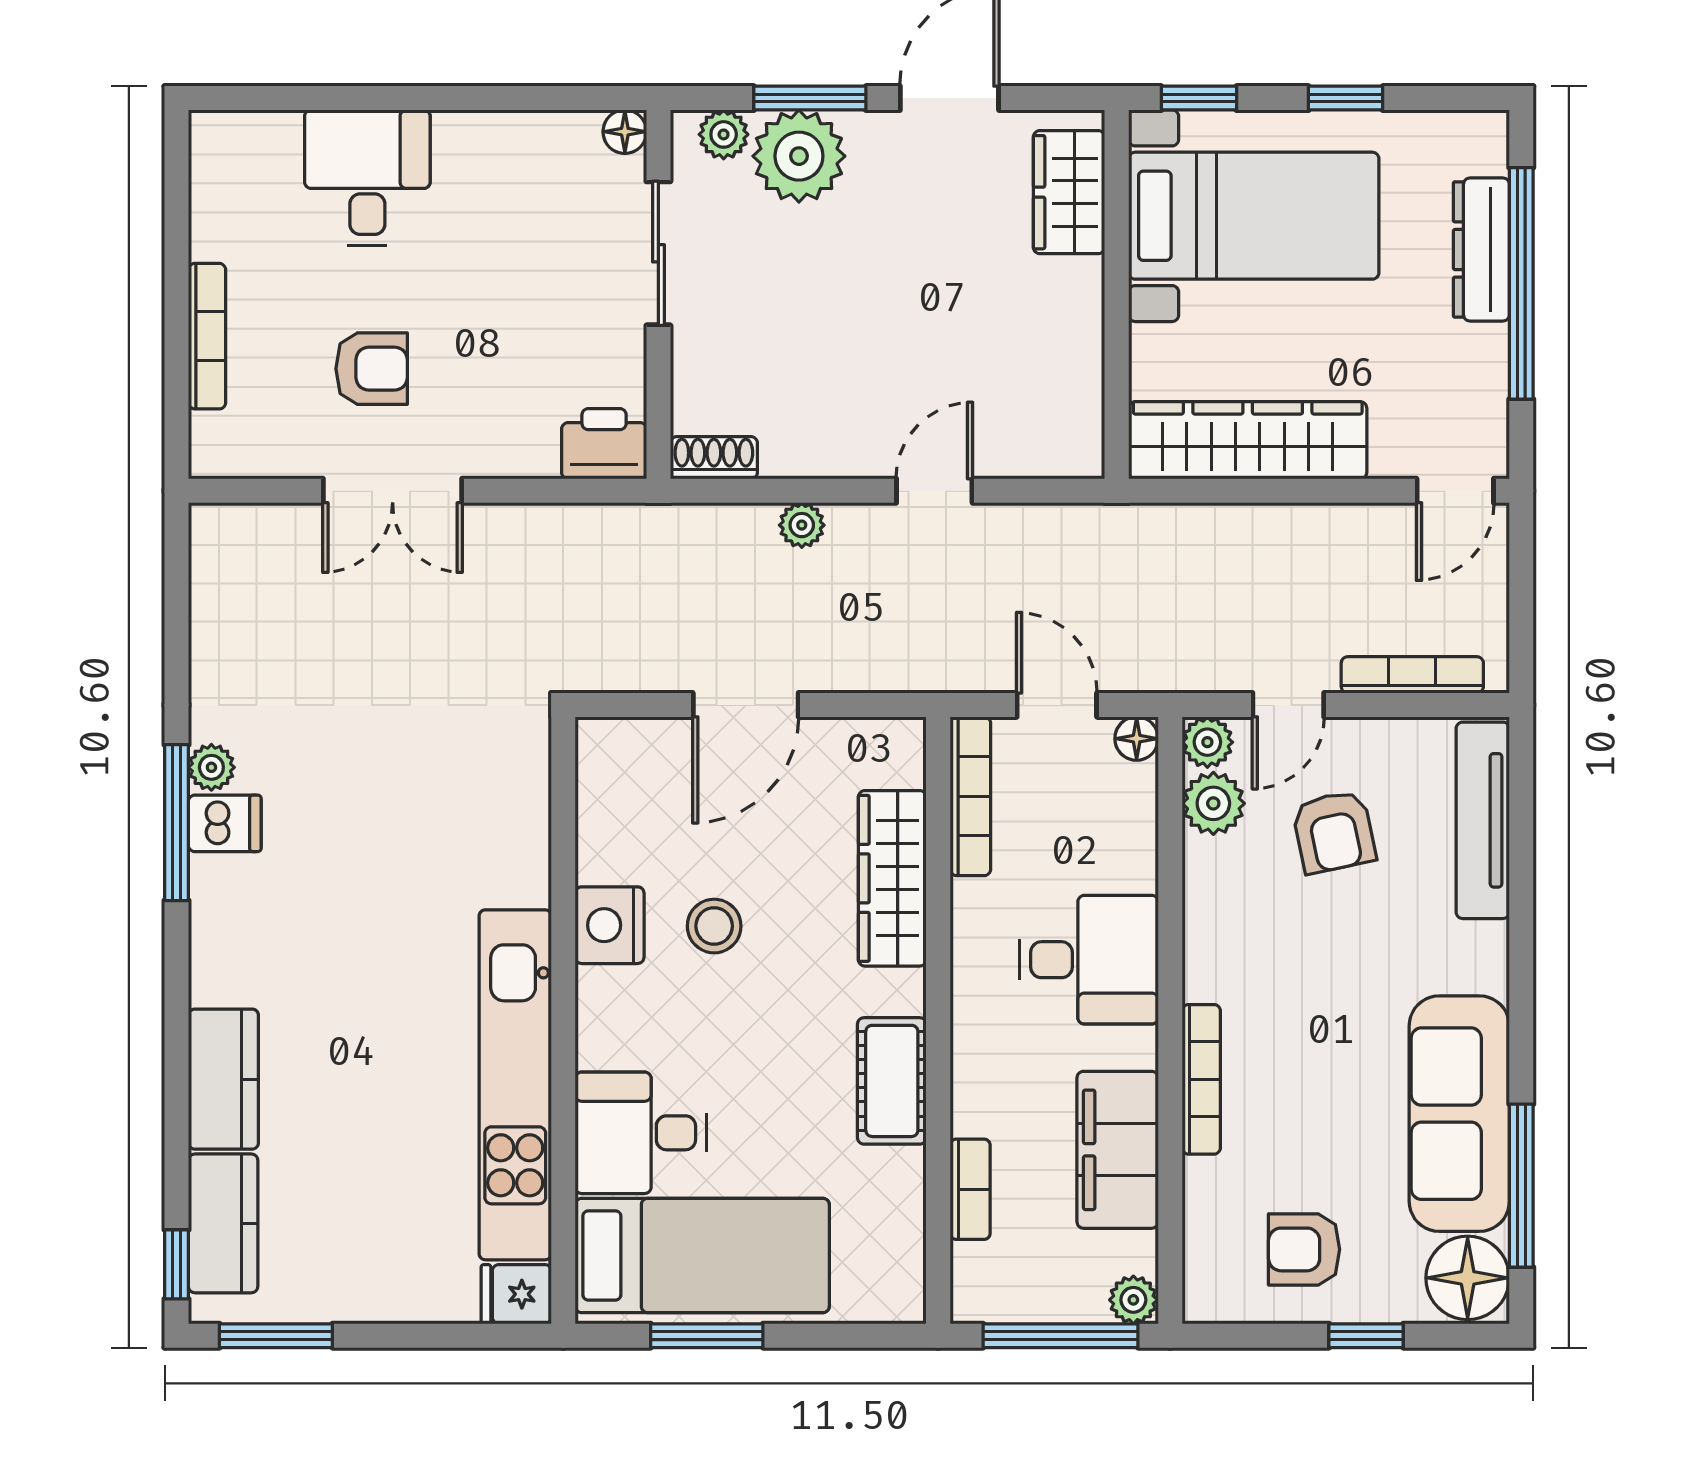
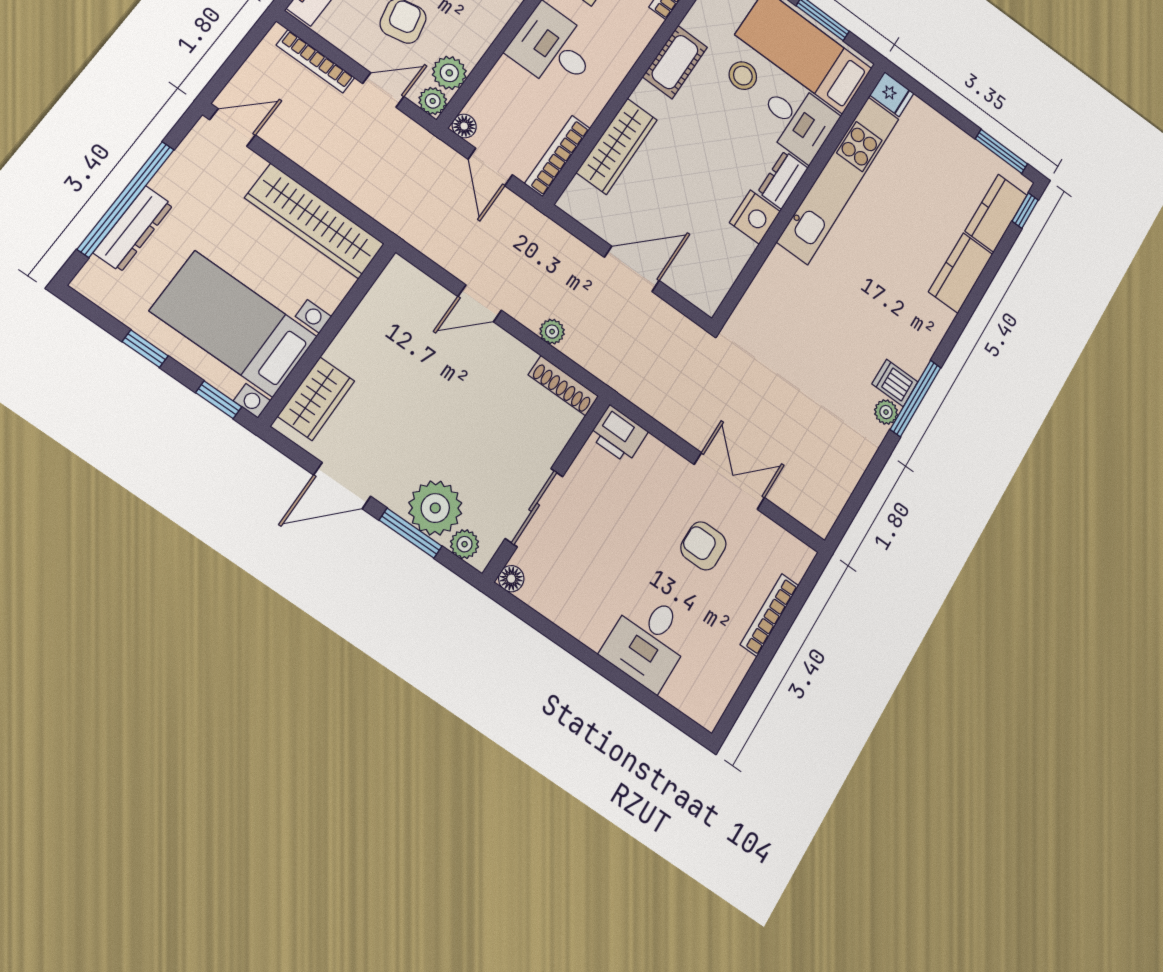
shoe rack: (714, 458) -> (563, 385), width x1.43
stool: (714, 926) -> (743, 76), moved
dresser: (603, 1018) -> (783, 180), added

